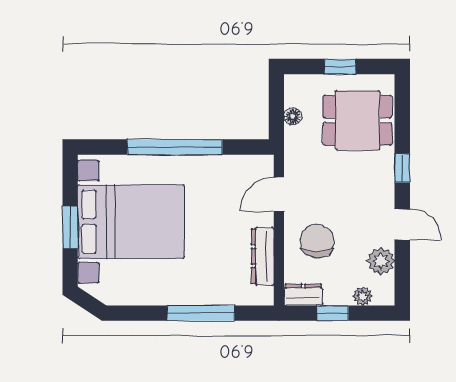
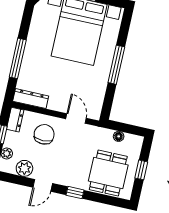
window: (175, 147) -> (116, 65), width x0.68
chair: (317, 241) -> (44, 134), turned -90
dresser: (263, 256) -> (31, 99), moved

